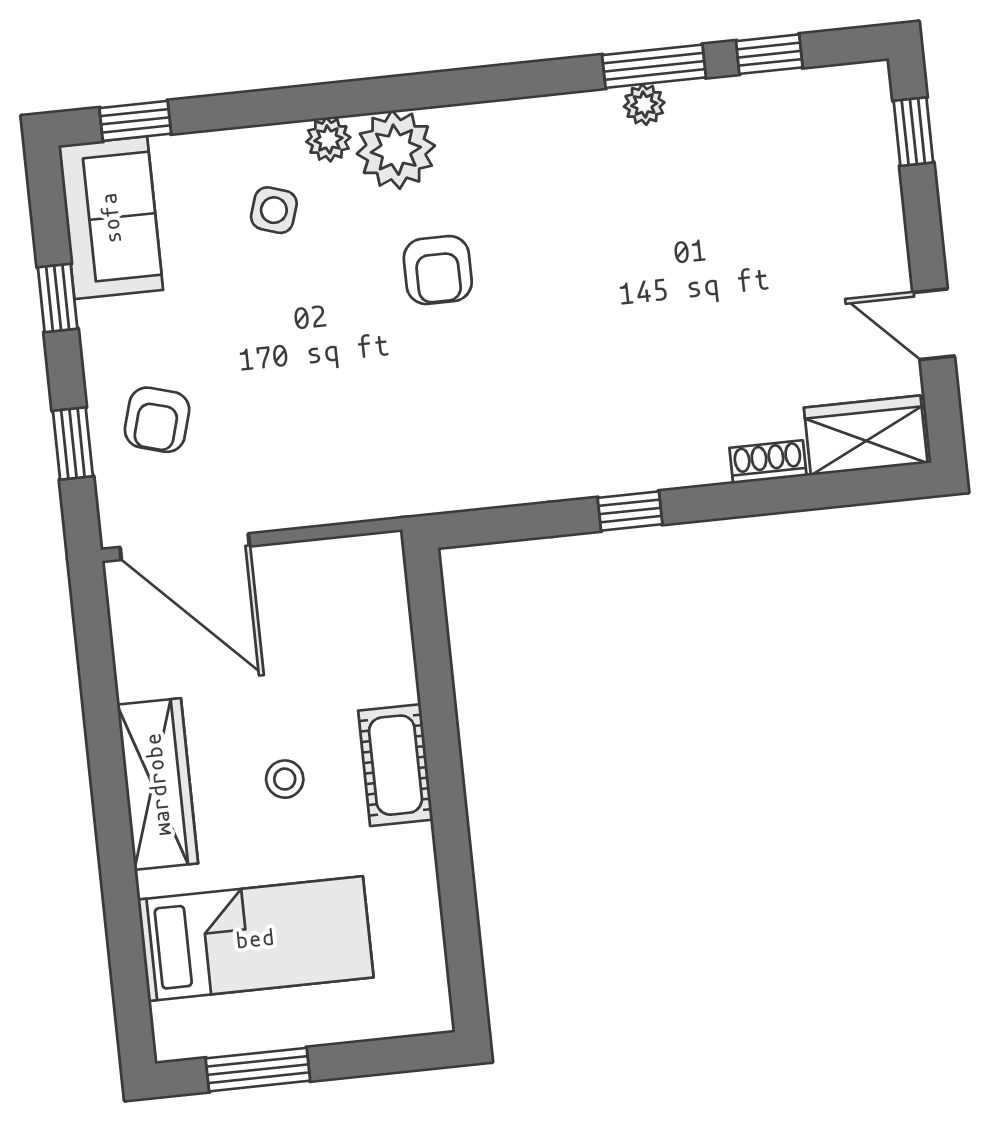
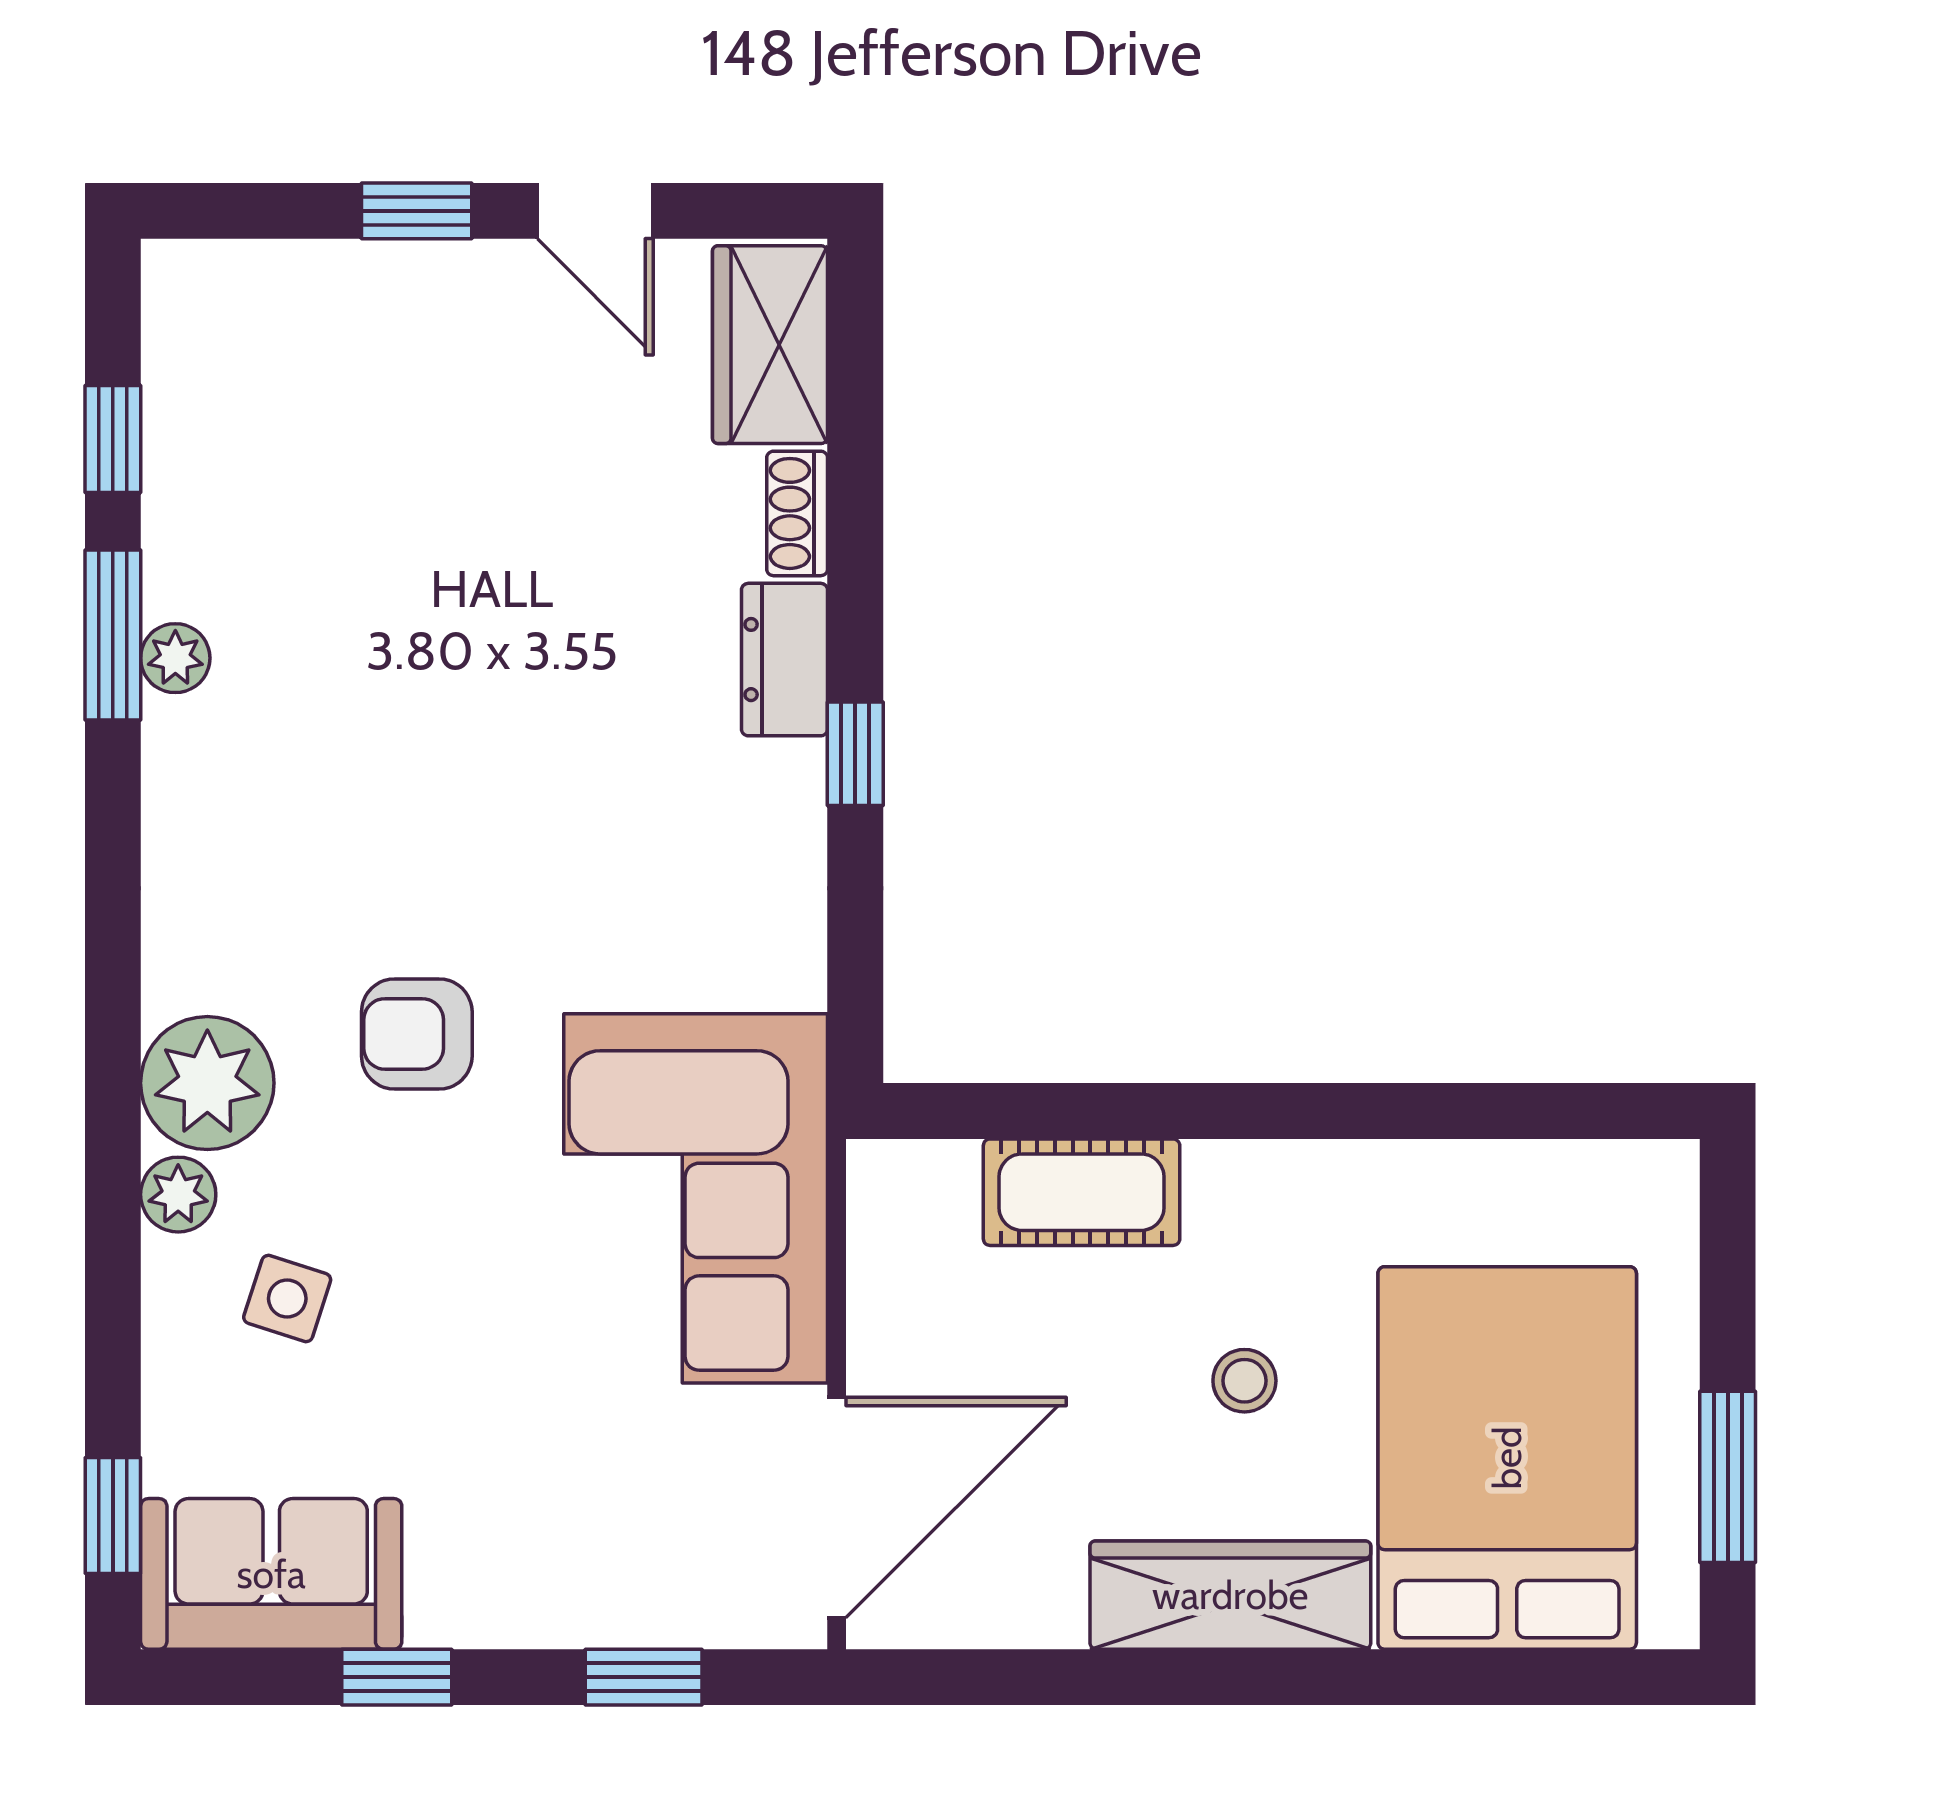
window: (913, 132) -> (417, 211), moved
armchair: (438, 270) -> (417, 1034), turned 180
door: (934, 324) -> (595, 211), hinge flipped
armchair: (157, 420) -> (619, 1532), removed
corner sofa: (358, 444) -> (696, 1198), added
dresser: (681, 463) -> (785, 660), added
cot: (396, 765) -> (1082, 1192), moved
bed: (255, 939) -> (1507, 1458), width x1.50

